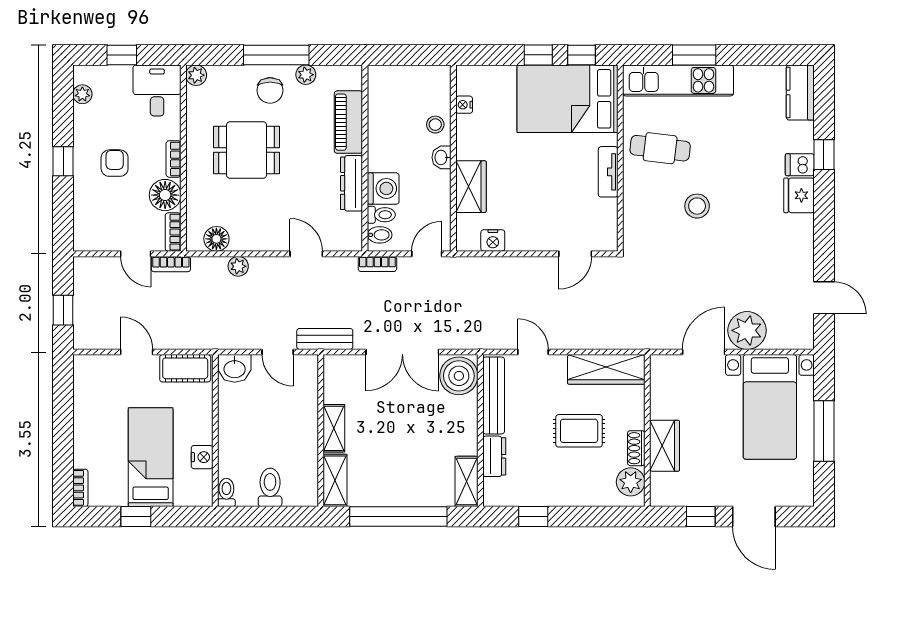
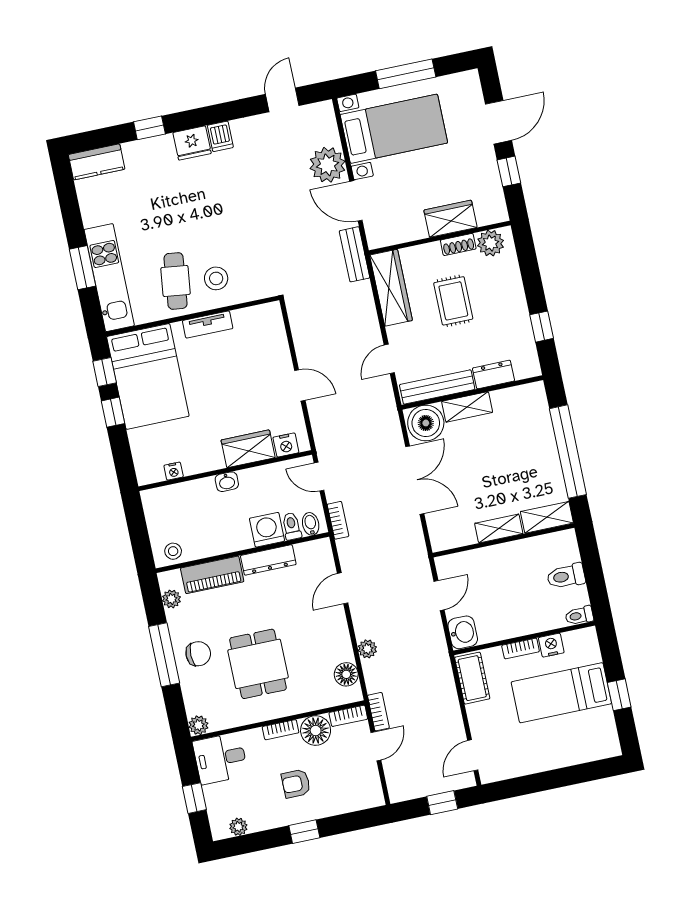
plant: (306, 75) -> (171, 599), moved
stool: (435, 125) -> (173, 551), moved
dishwasher: (800, 165) -> (220, 136), moved
stool: (697, 206) -> (216, 278), moved
nightstand: (493, 240) -> (286, 445), moved, turned 90
door: (575, 254) -> (300, 385), moved
bench: (325, 339) -> (355, 254), moved
door: (137, 352) -> (473, 755), moved
shelving: (467, 481) -> (467, 407), moved
bookcase: (80, 488) -> (521, 648), moved, turned 180

